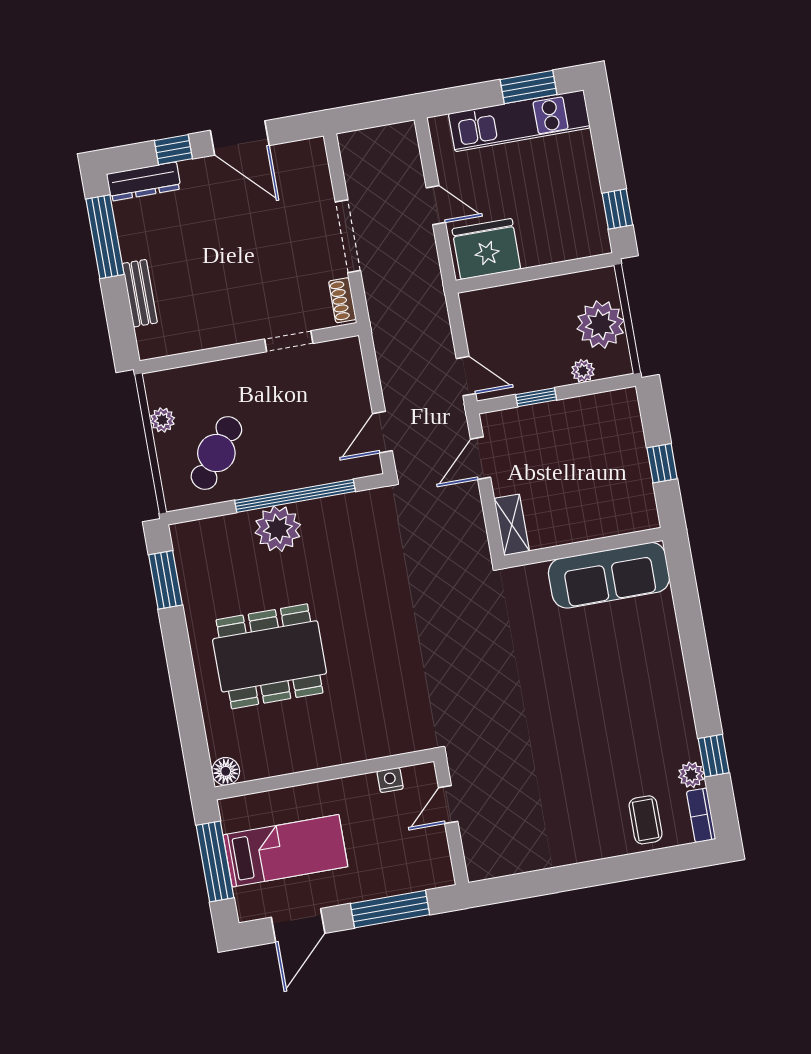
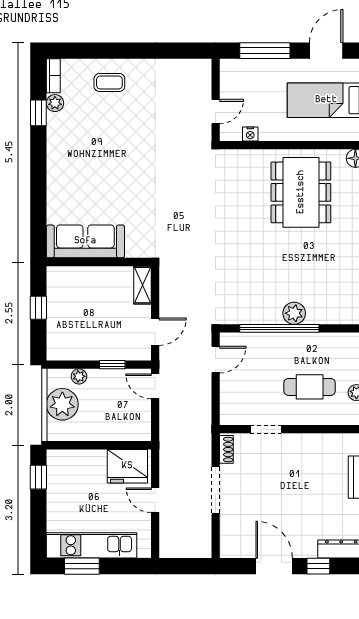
cafe table: (216, 453) -> (310, 387), moved, turned 53
plant: (278, 529) -> (294, 313), width x0.73, depth x0.73
dining table: (270, 656) -> (301, 192), moved, turned 90
coffee table: (646, 820) -> (109, 82), moved, turned 90

